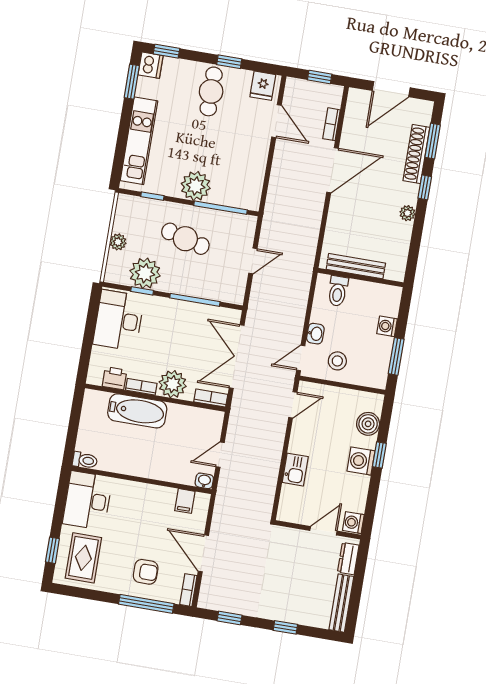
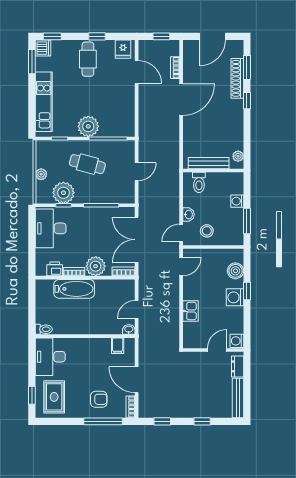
plant: (407, 213) -> (238, 156), moved

